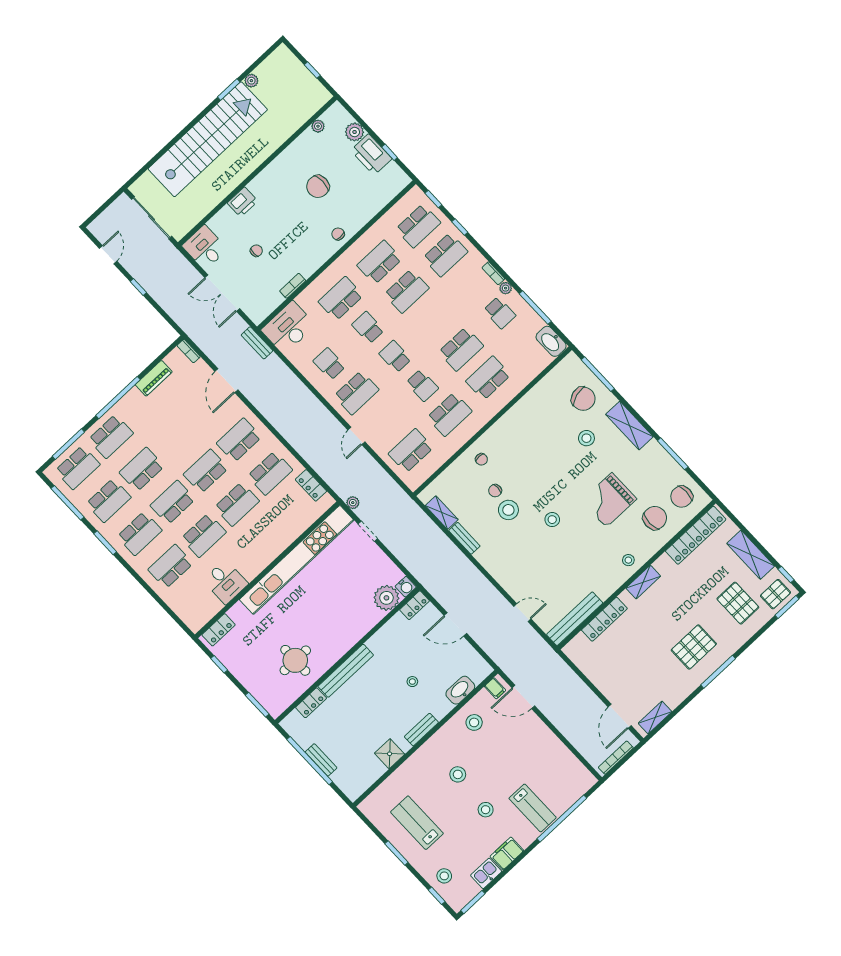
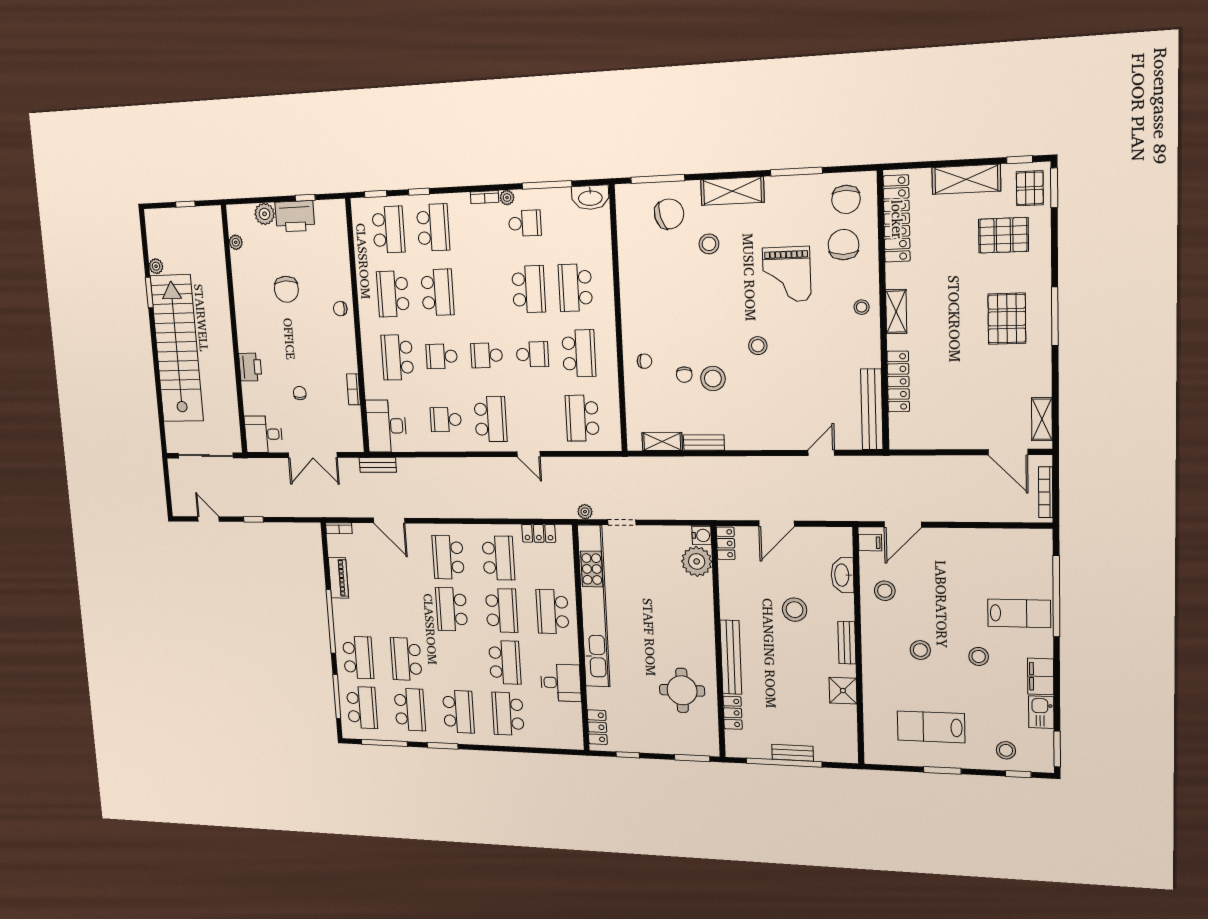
school desk: (173, 502) -> (553, 612), moved
stool: (412, 682) -> (795, 610), width x1.89, depth x1.89

